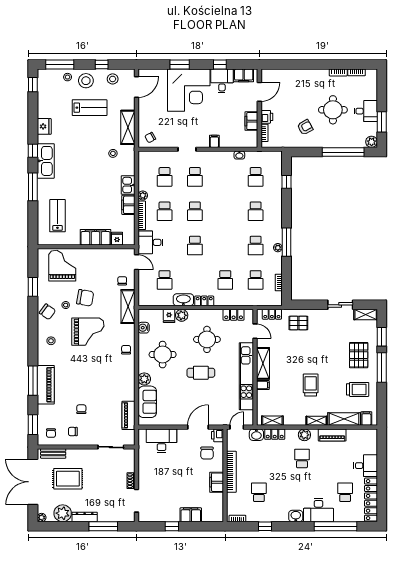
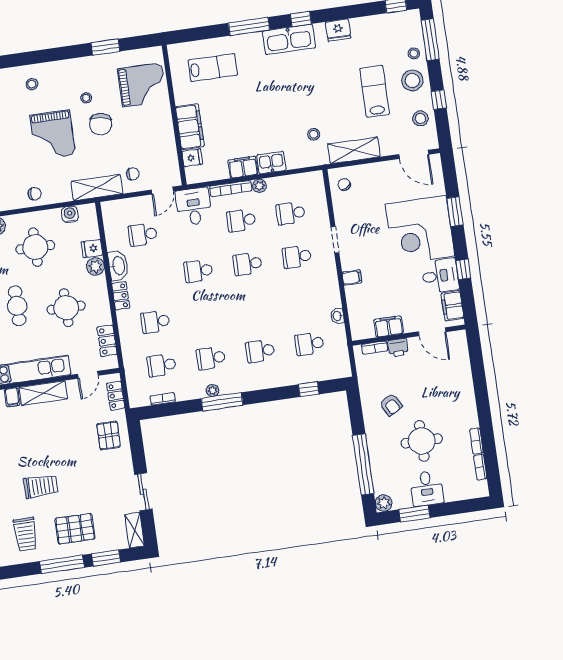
lab bench: (90, 108) -> (375, 91), turned 180
chair: (47, 312) -> (73, 73), removed
trolley: (311, 385) -> (41, 486), moved

